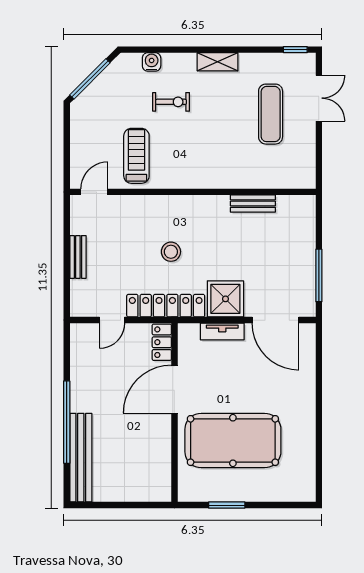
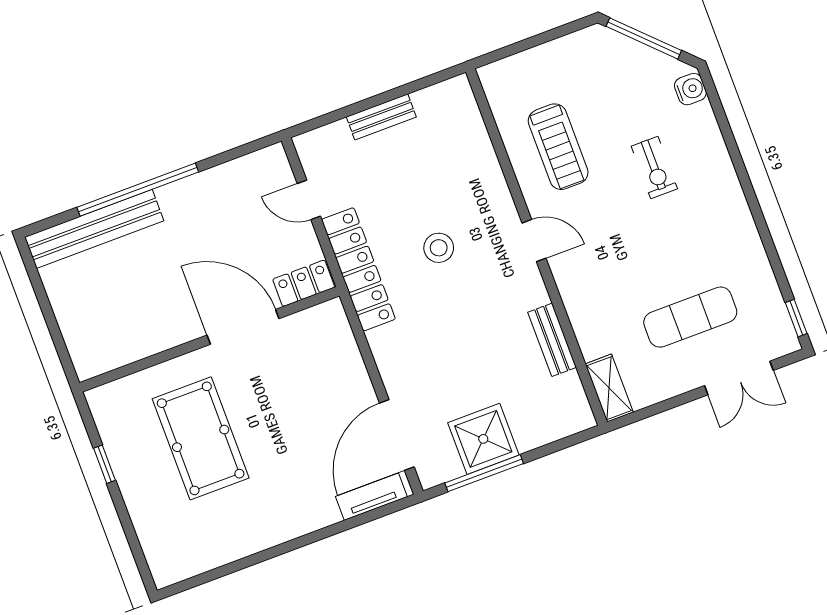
water cooler: (152, 62) -> (690, 89), moved
shelving: (218, 62) -> (609, 388), moved
treadmill: (136, 156) -> (558, 147), turned 90
door: (94, 192) -> (534, 241), moved
shower: (225, 299) -> (483, 439), moved
tv unit: (222, 331) -> (371, 497), moved, turned 90
pool table: (233, 441) -> (201, 438), width x0.73, depth x0.76
window: (227, 505) -> (105, 464), width x0.67

